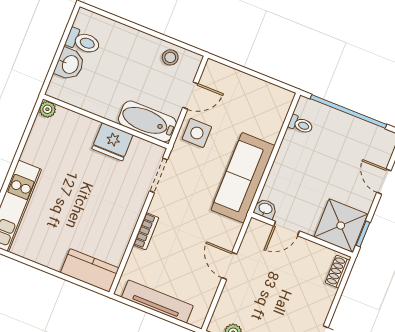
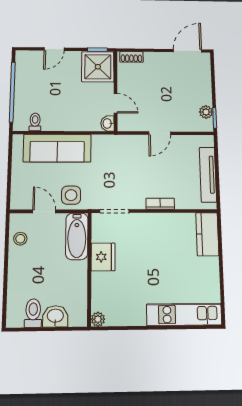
sofa: (243, 178) -> (57, 148), moved

